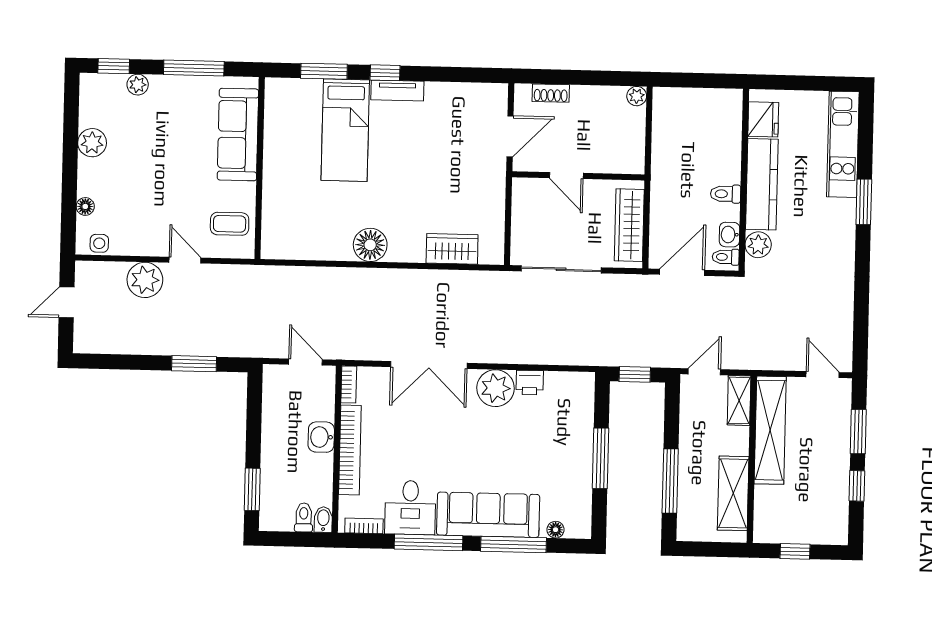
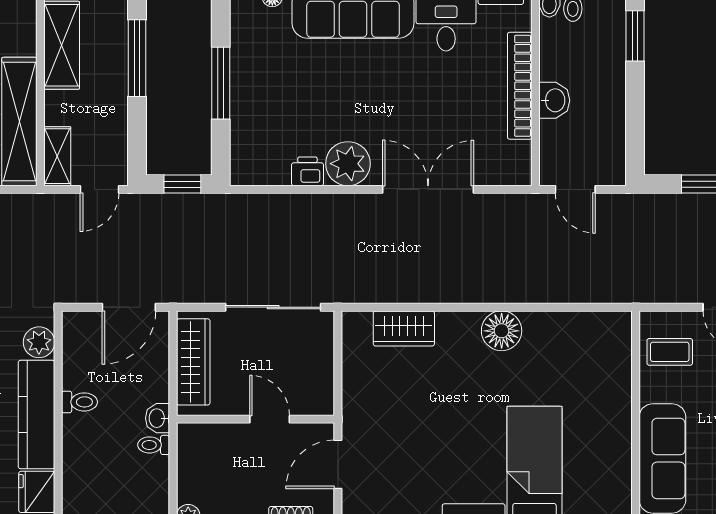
washbasin: (729, 235) -> (157, 418), moved, turned 180
toilet: (726, 257) -> (154, 445), moved, turned 180
bookcase: (349, 385) -> (523, 164), removed

